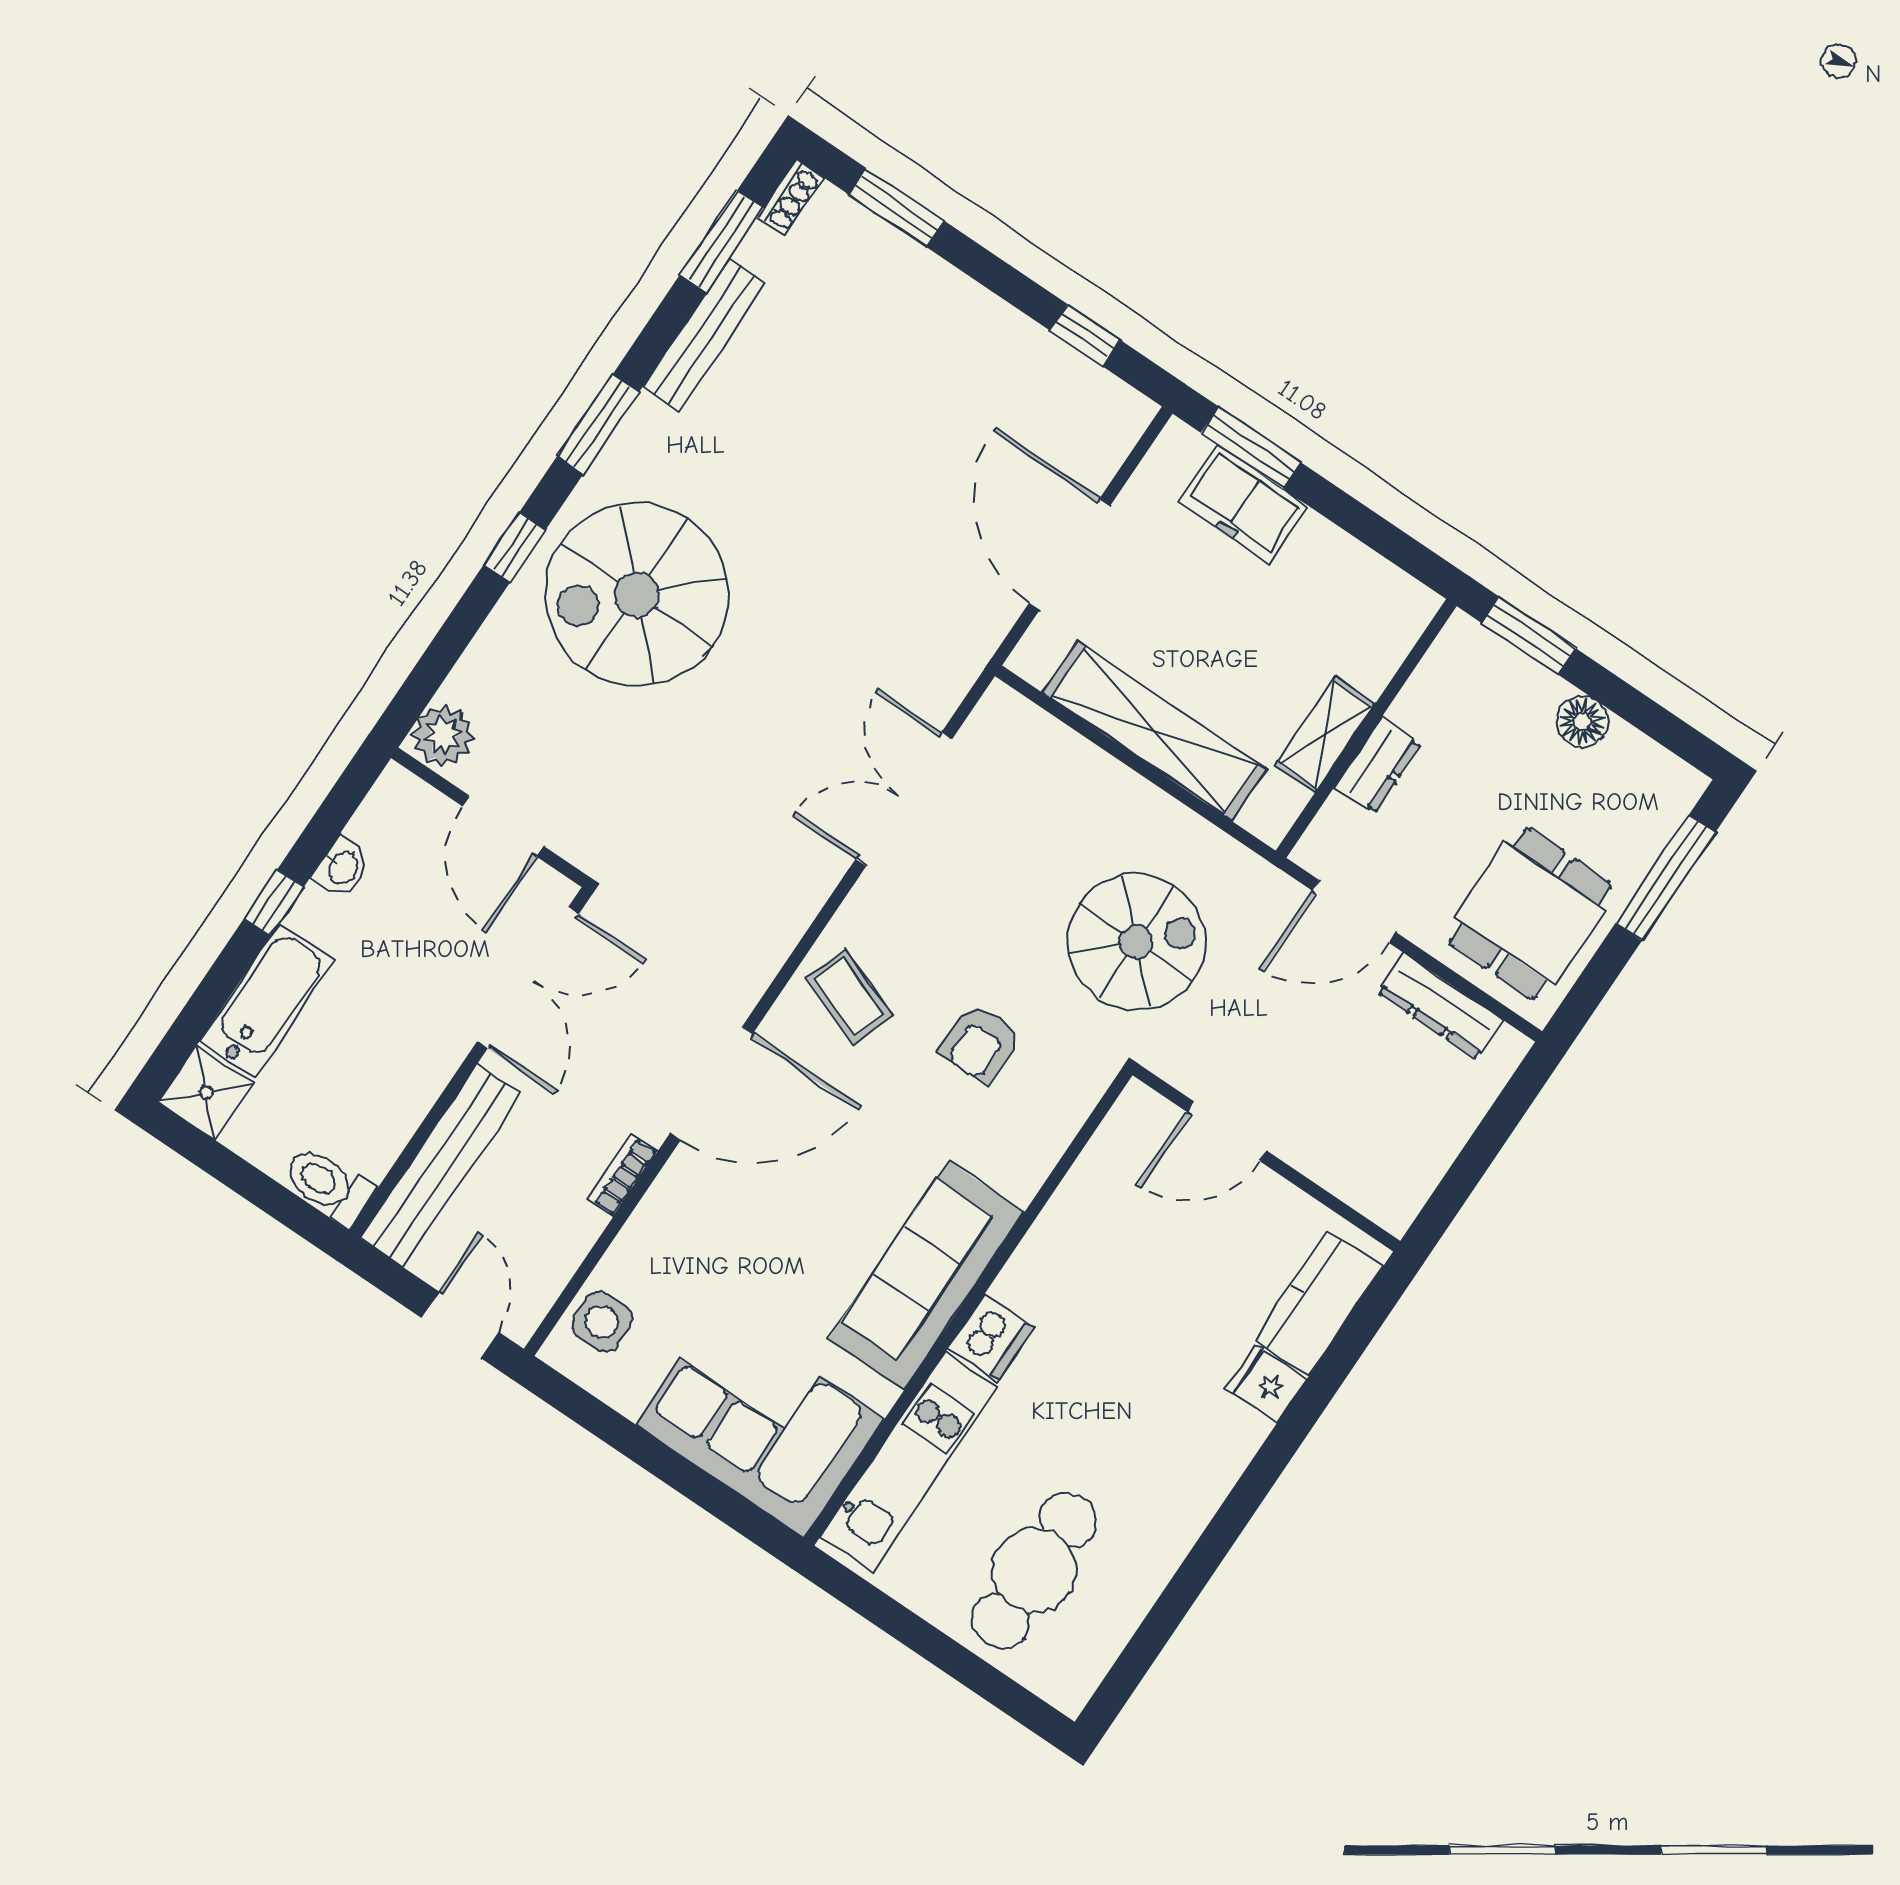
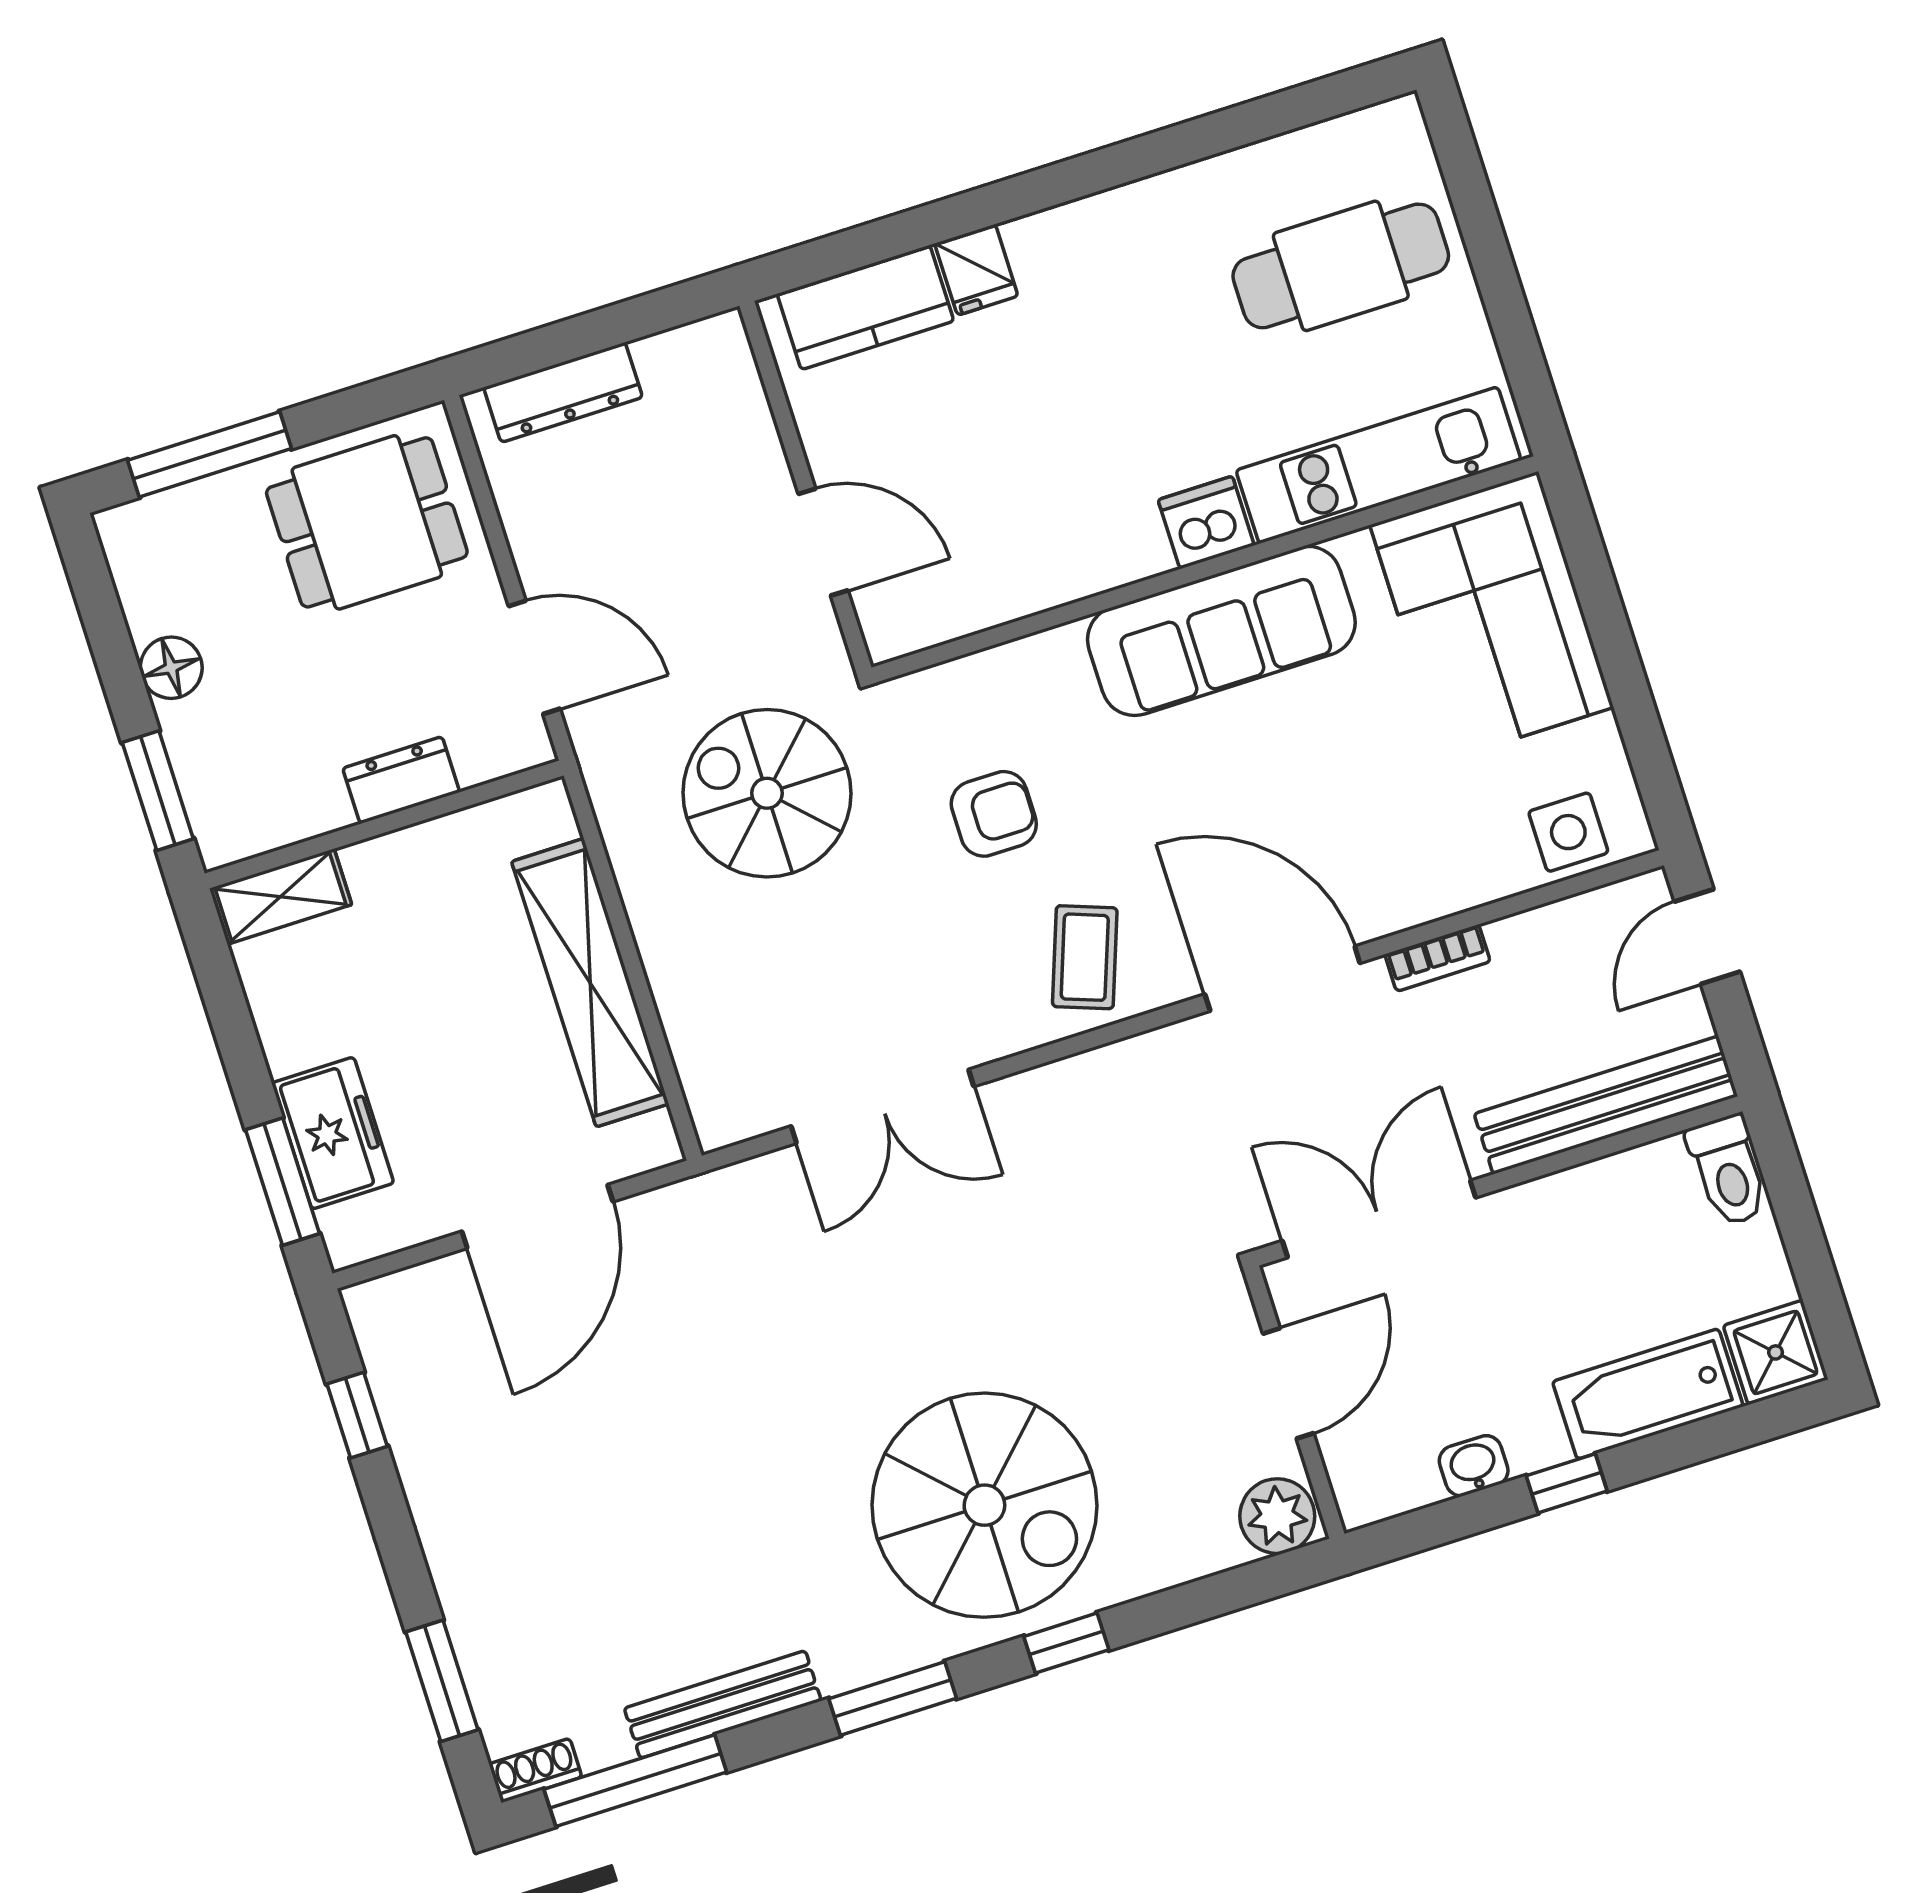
window: (722, 241) -> (635, 1781), width x1.44
shelving: (1325, 735) -> (281, 897), moved
dresser: (1441, 1006) -> (563, 392), moved, turned 90

